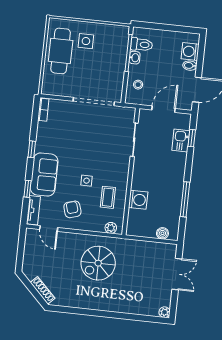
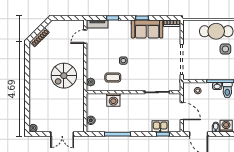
sofa: (44, 175) -> (147, 29), moved
armchair: (72, 209) -> (101, 53), removed
spiral stairs: (98, 263) -> (64, 76), turned -90

